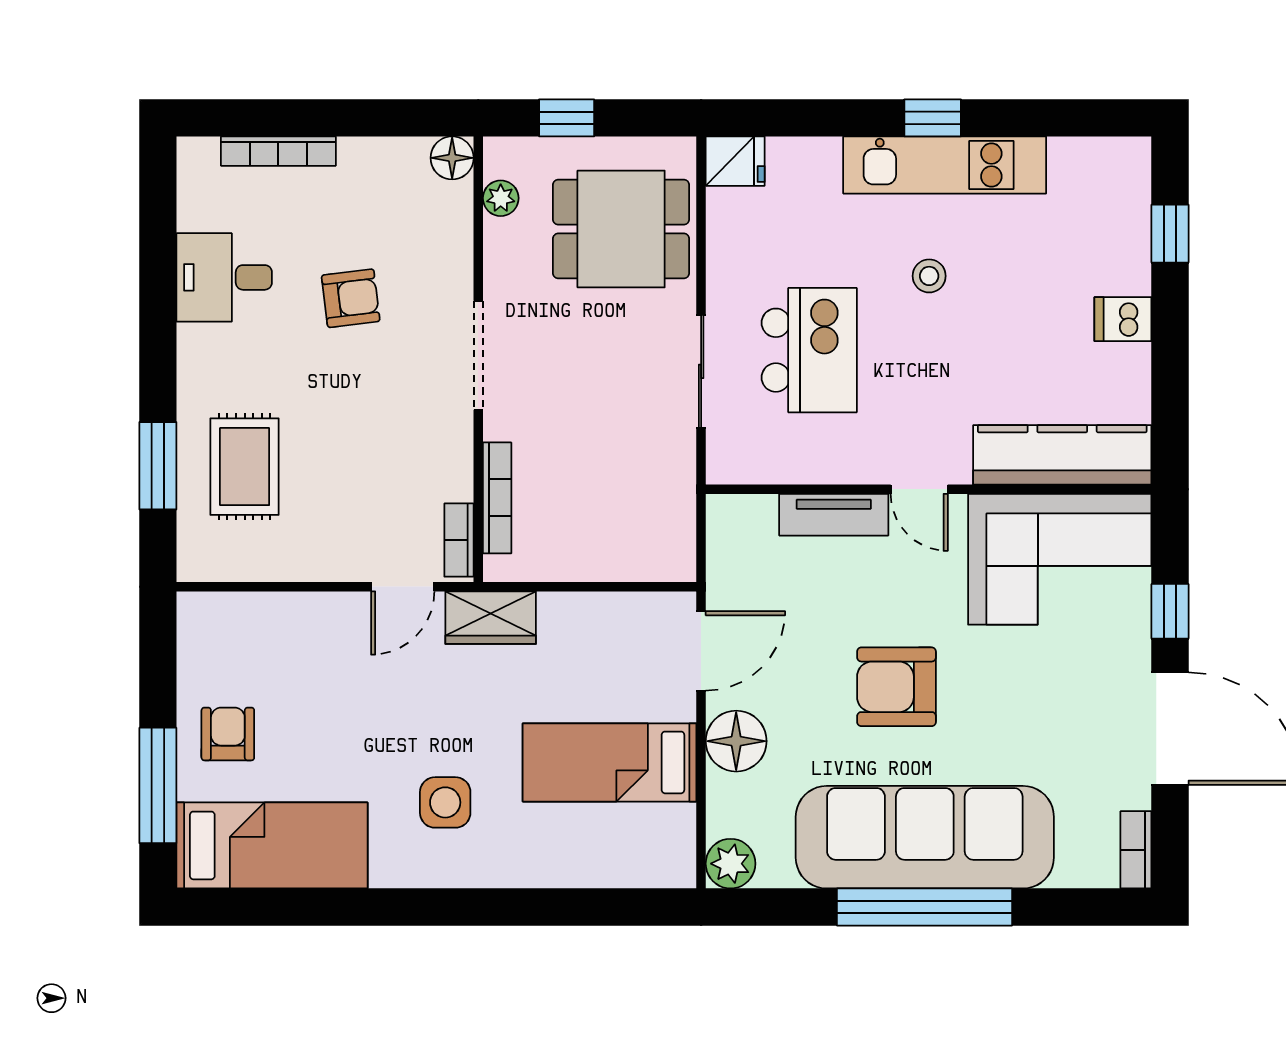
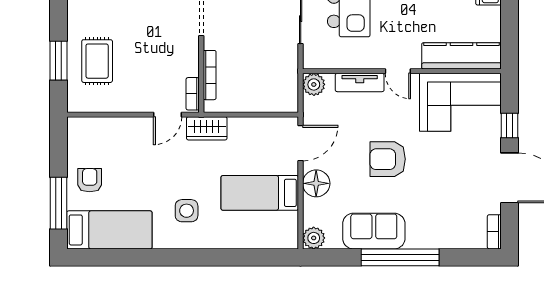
plant: (731, 519) -> (314, 84), added
sofa: (925, 837) -> (374, 231), width x0.54, depth x0.79

